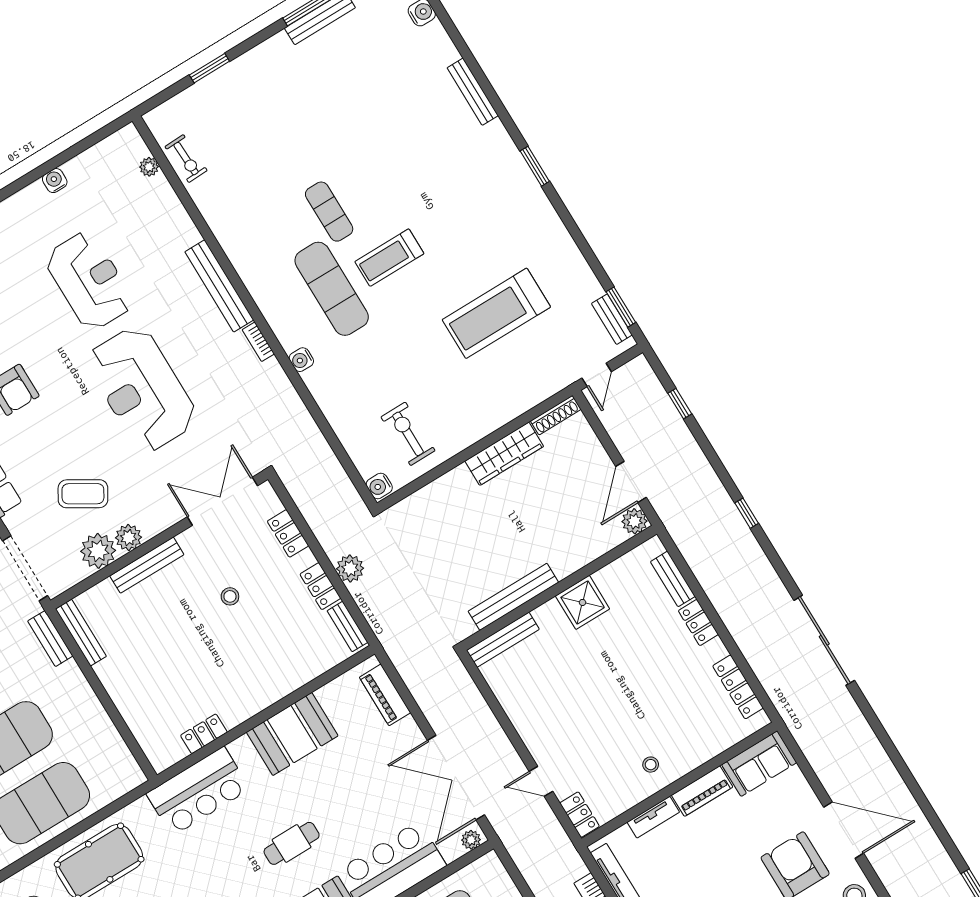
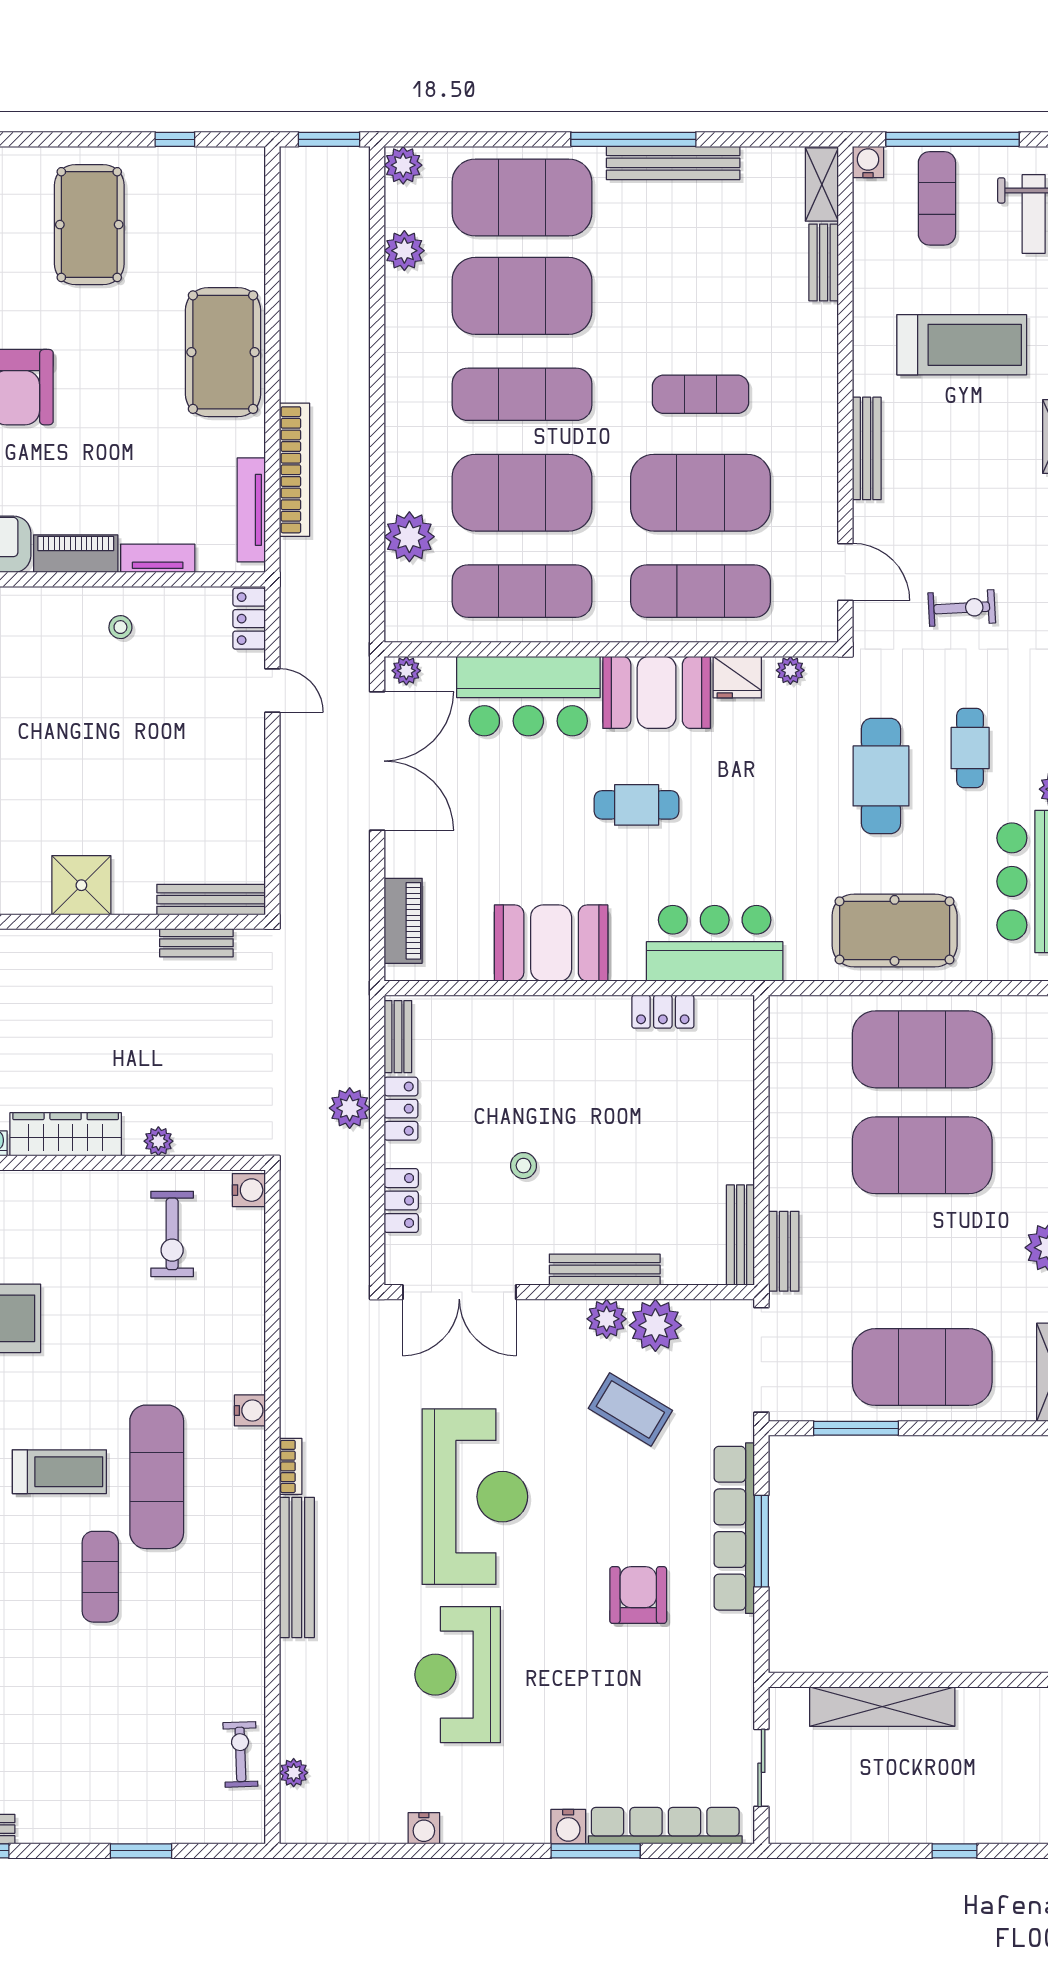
plant: (448, 482) -> (158, 1141), added
bench: (513, 597) -> (196, 943), width x0.54, depth x0.82

